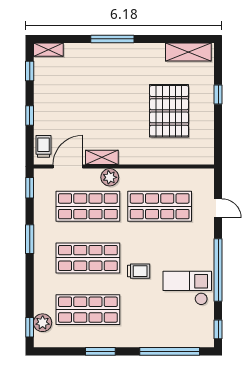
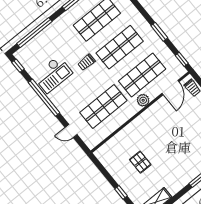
pallet: (169, 111) -> (140, 162), width x0.49, depth x0.50
shelving: (102, 157) -> (156, 108), removed

